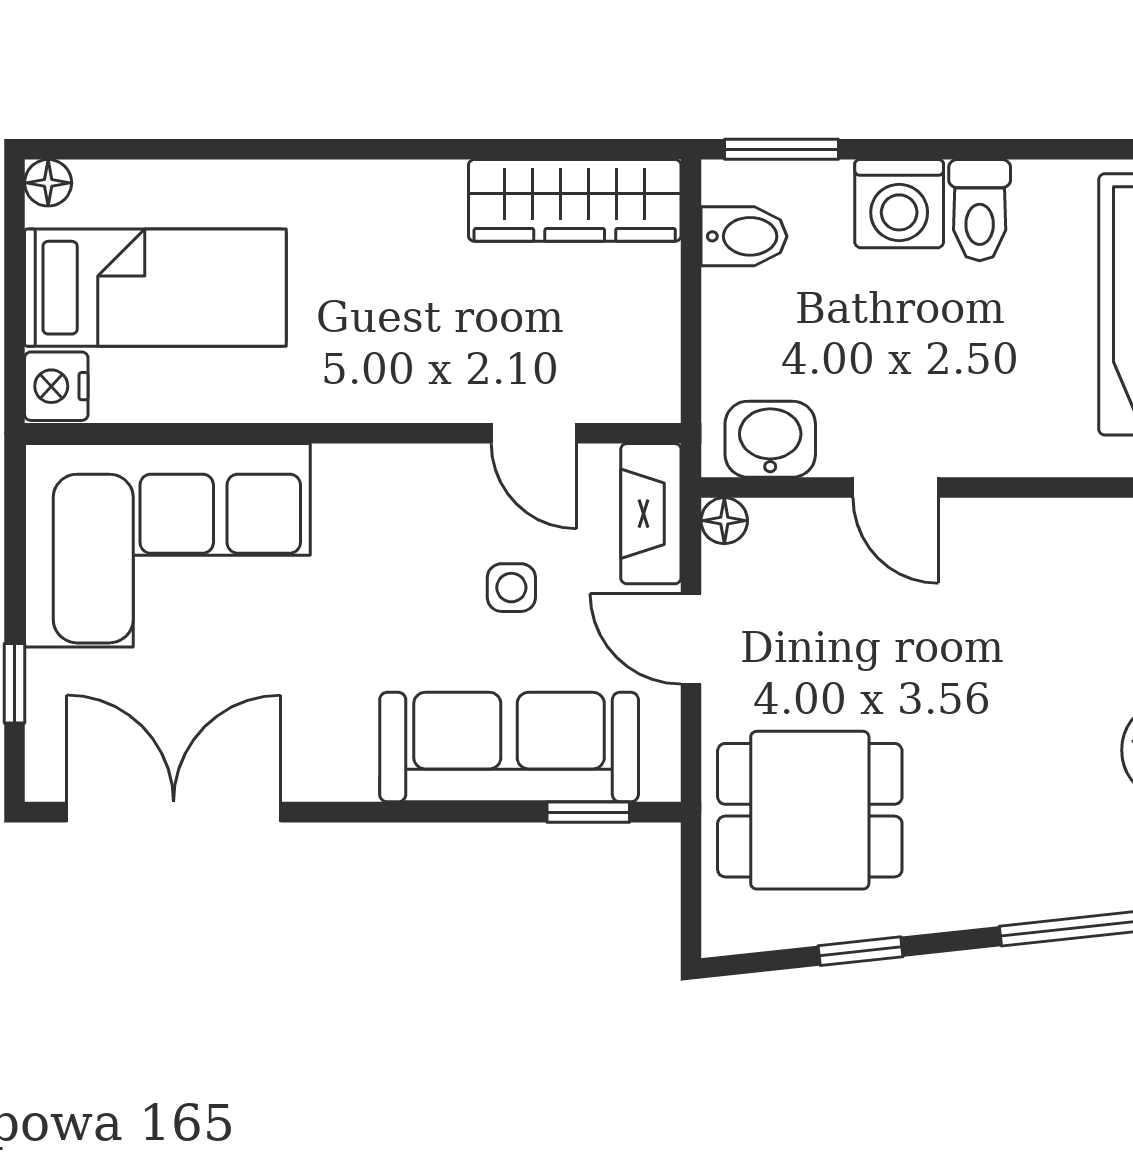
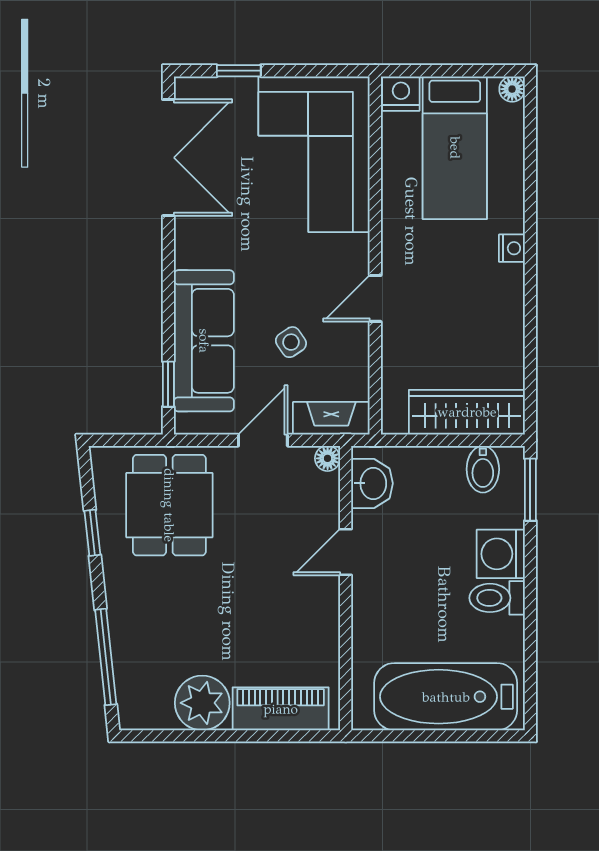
nightstand: (339, 183) -> (512, 248), added
wardrobe: (575, 200) -> (467, 412), moved, turned 90
door: (534, 433) -> (375, 298), moved
side table: (511, 588) -> (291, 342), turned -34

